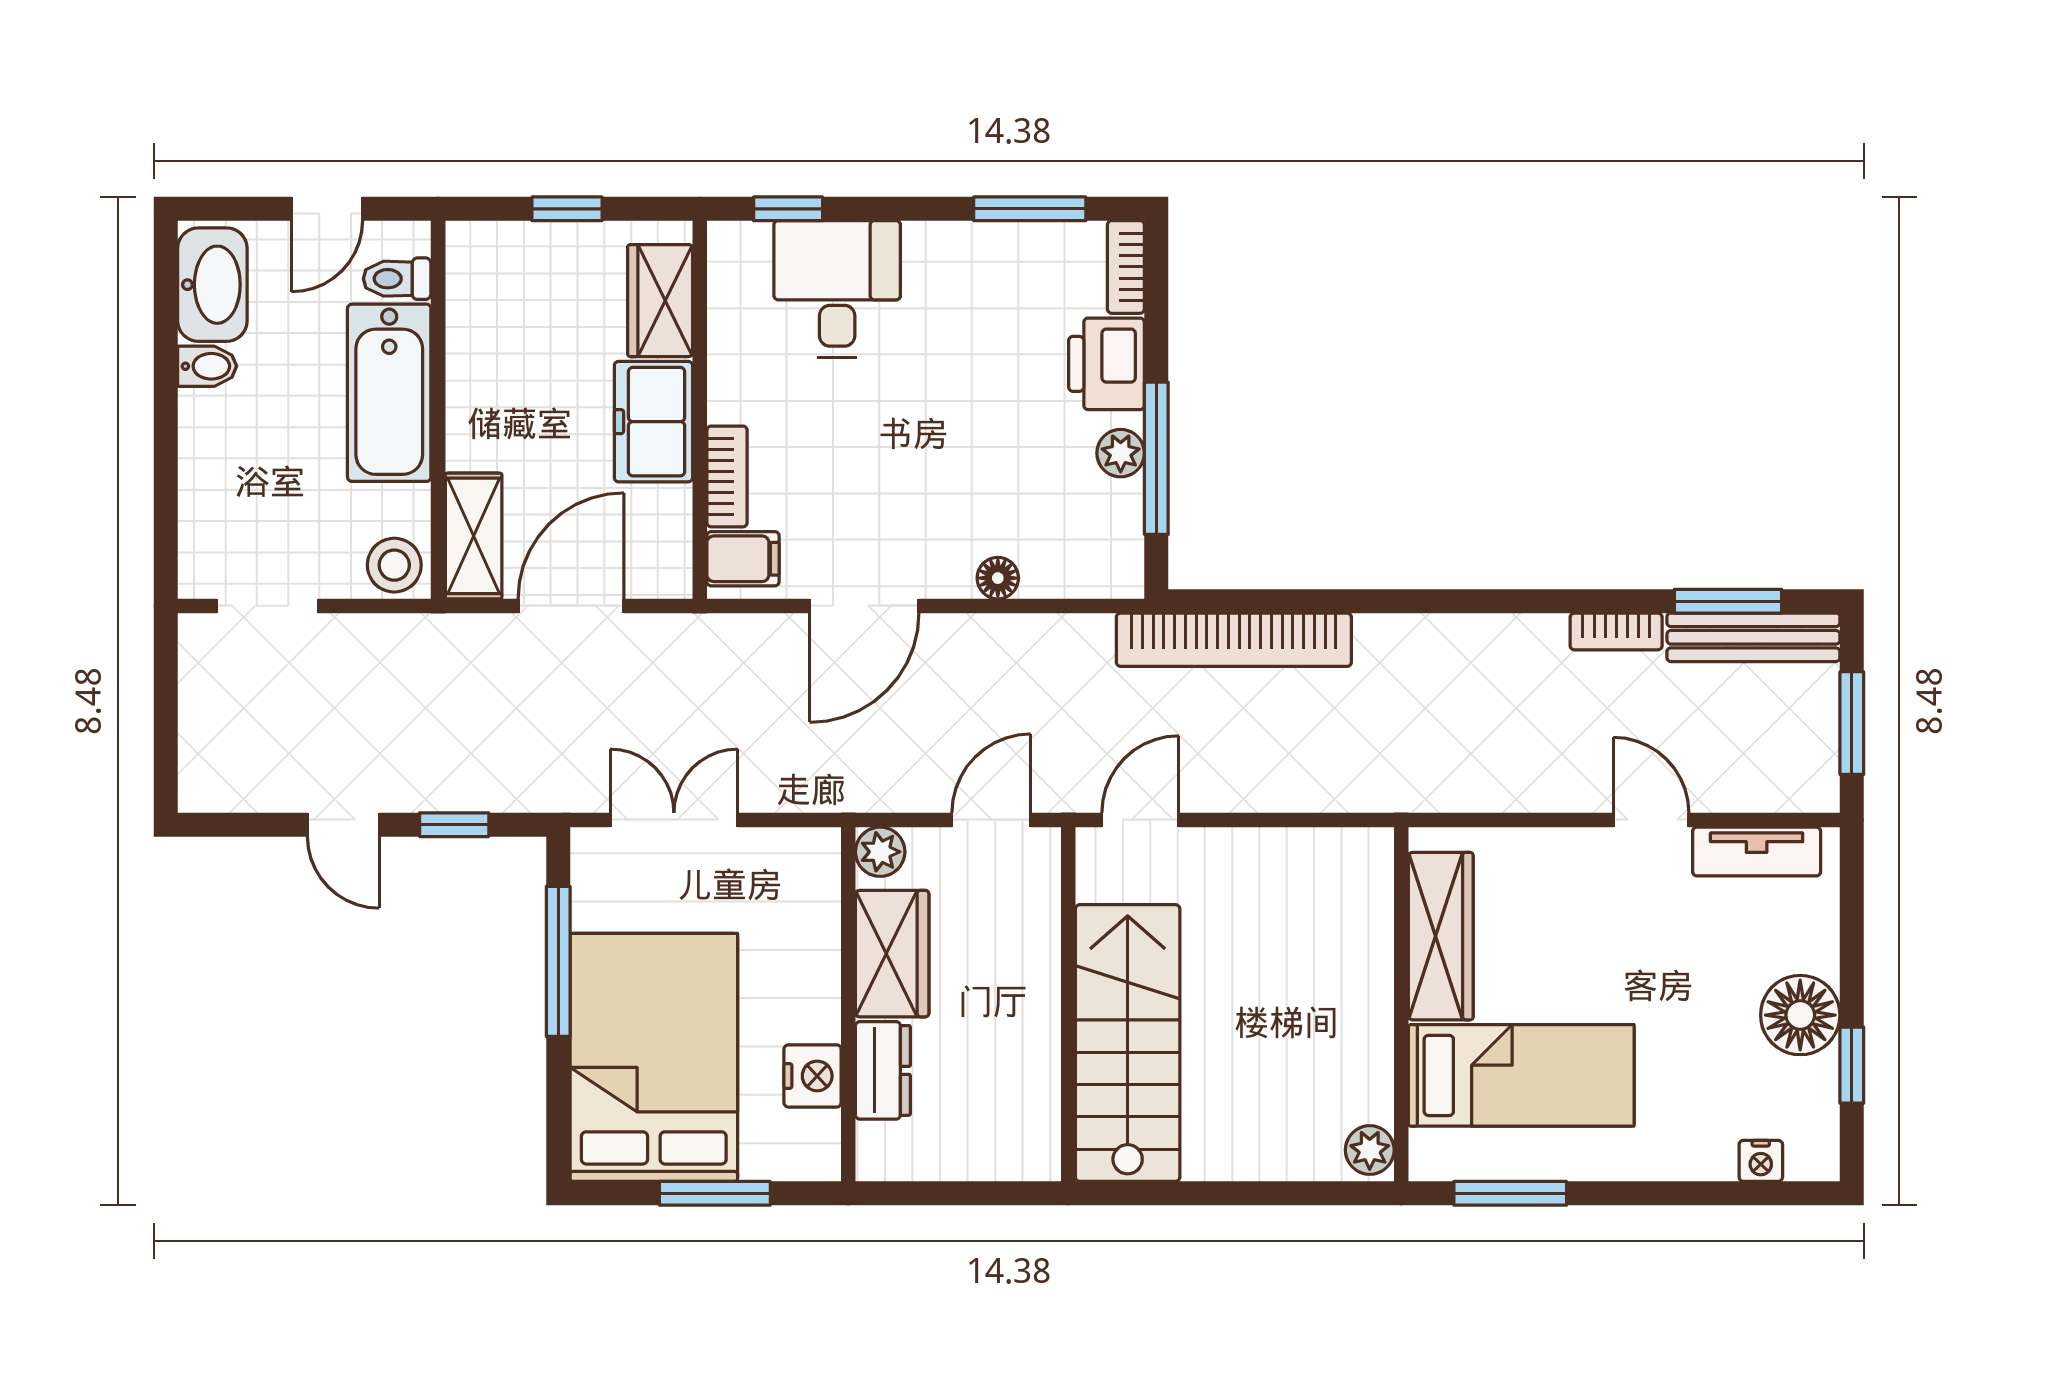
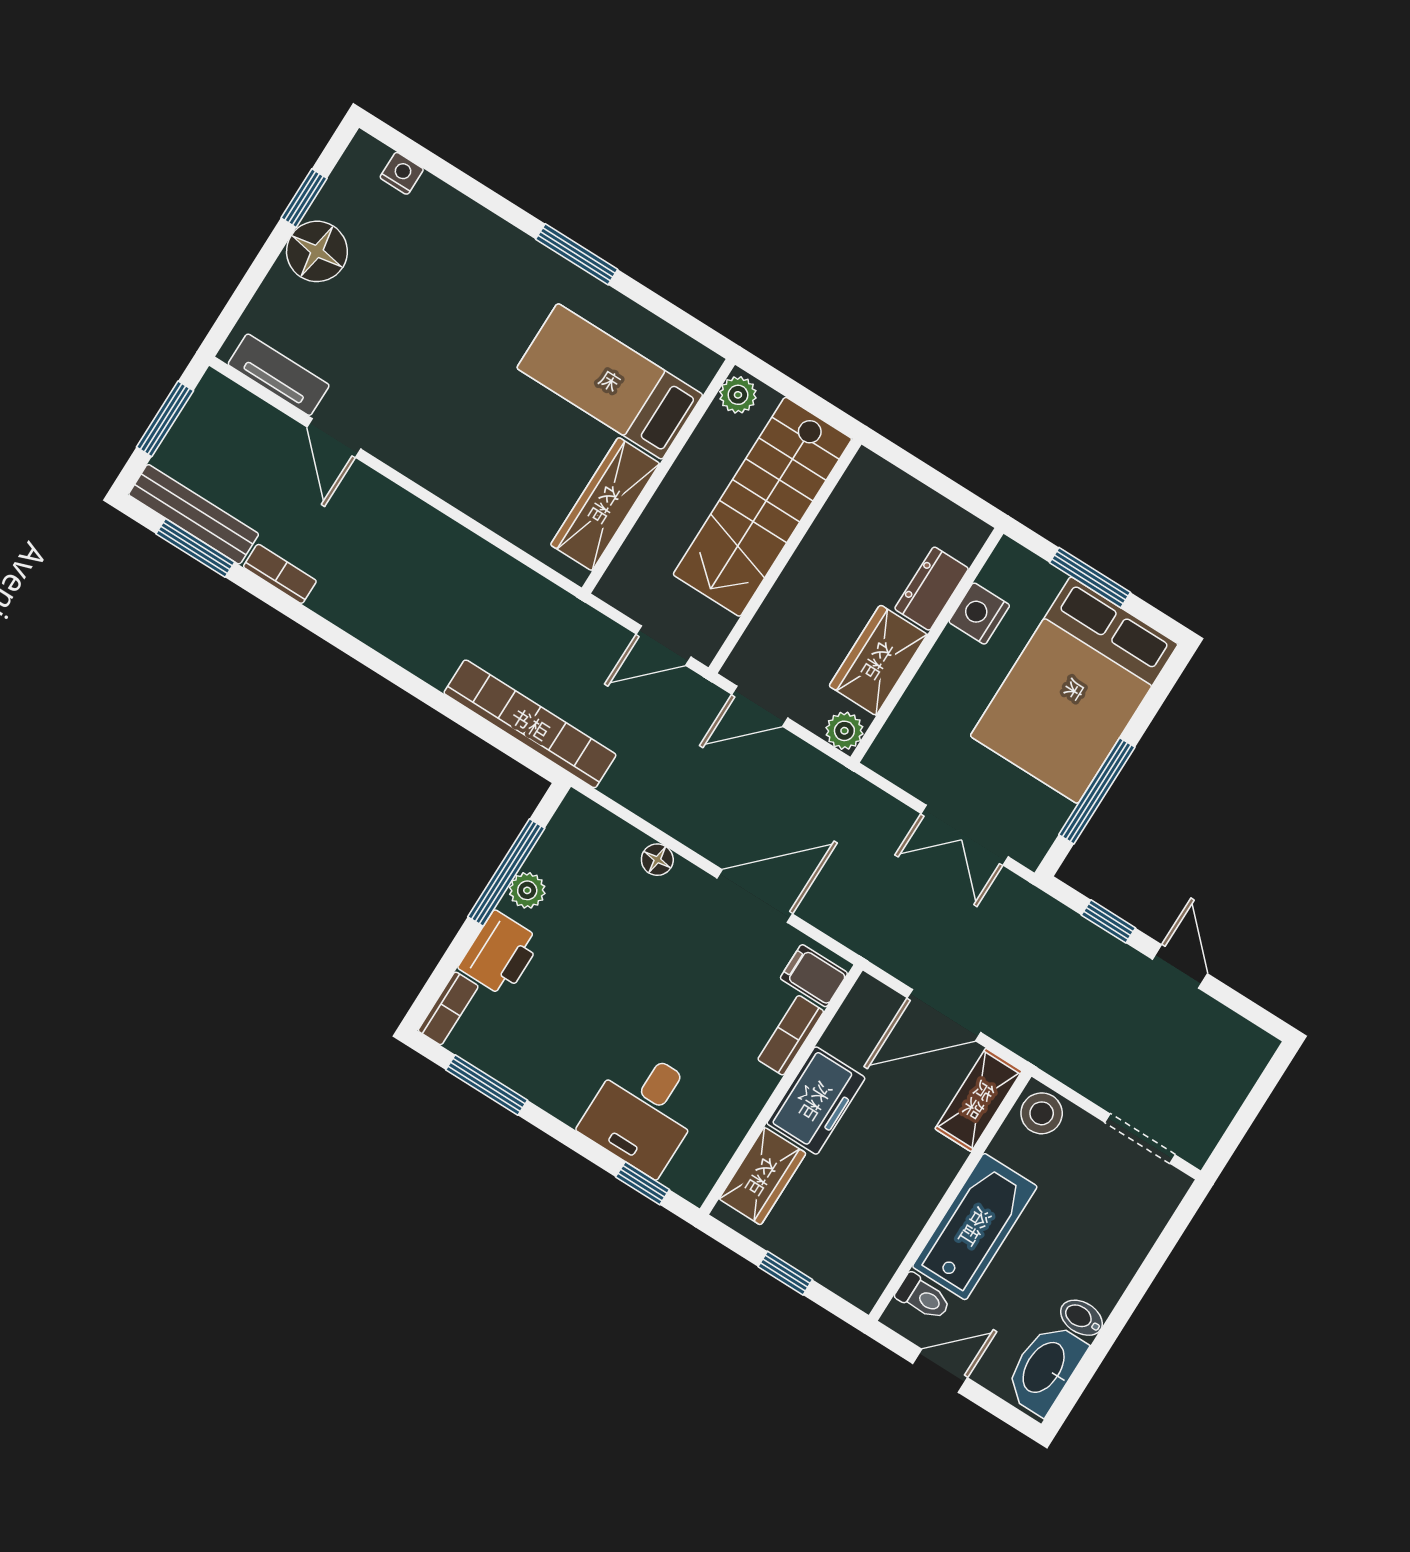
wardrobe: (1441, 936) -> (605, 504), moved
wall: (1401, 1004) -> (658, 476), moved
bed: (1521, 1075) -> (610, 381), moved
plant: (1370, 1150) -> (738, 395), moved

